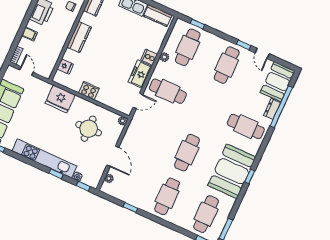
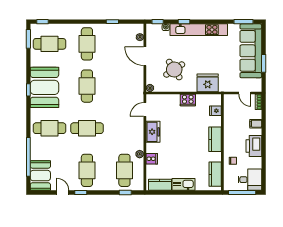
cooker: (149, 57) -> (152, 159), moved
cafe table: (168, 91) -> (87, 128), moved
dresser: (272, 109) -> (35, 152), removed
round table: (89, 129) -> (174, 70), turned -32
cafe table: (206, 214) -> (49, 44), turned 90

